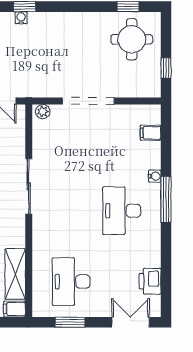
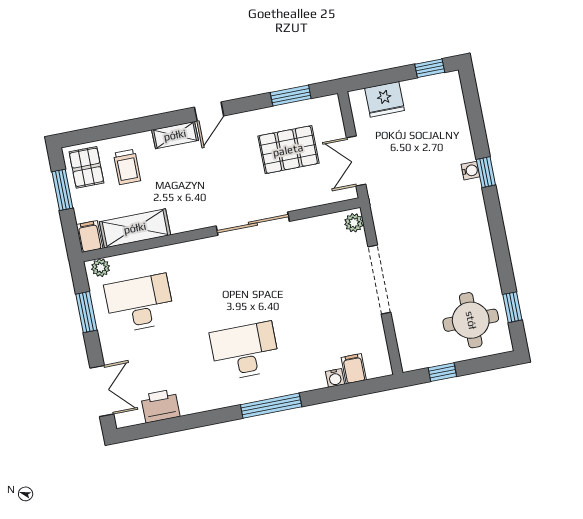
water cooler: (155, 176) -> (335, 378), moved
plant: (39, 305) -> (101, 268), added

